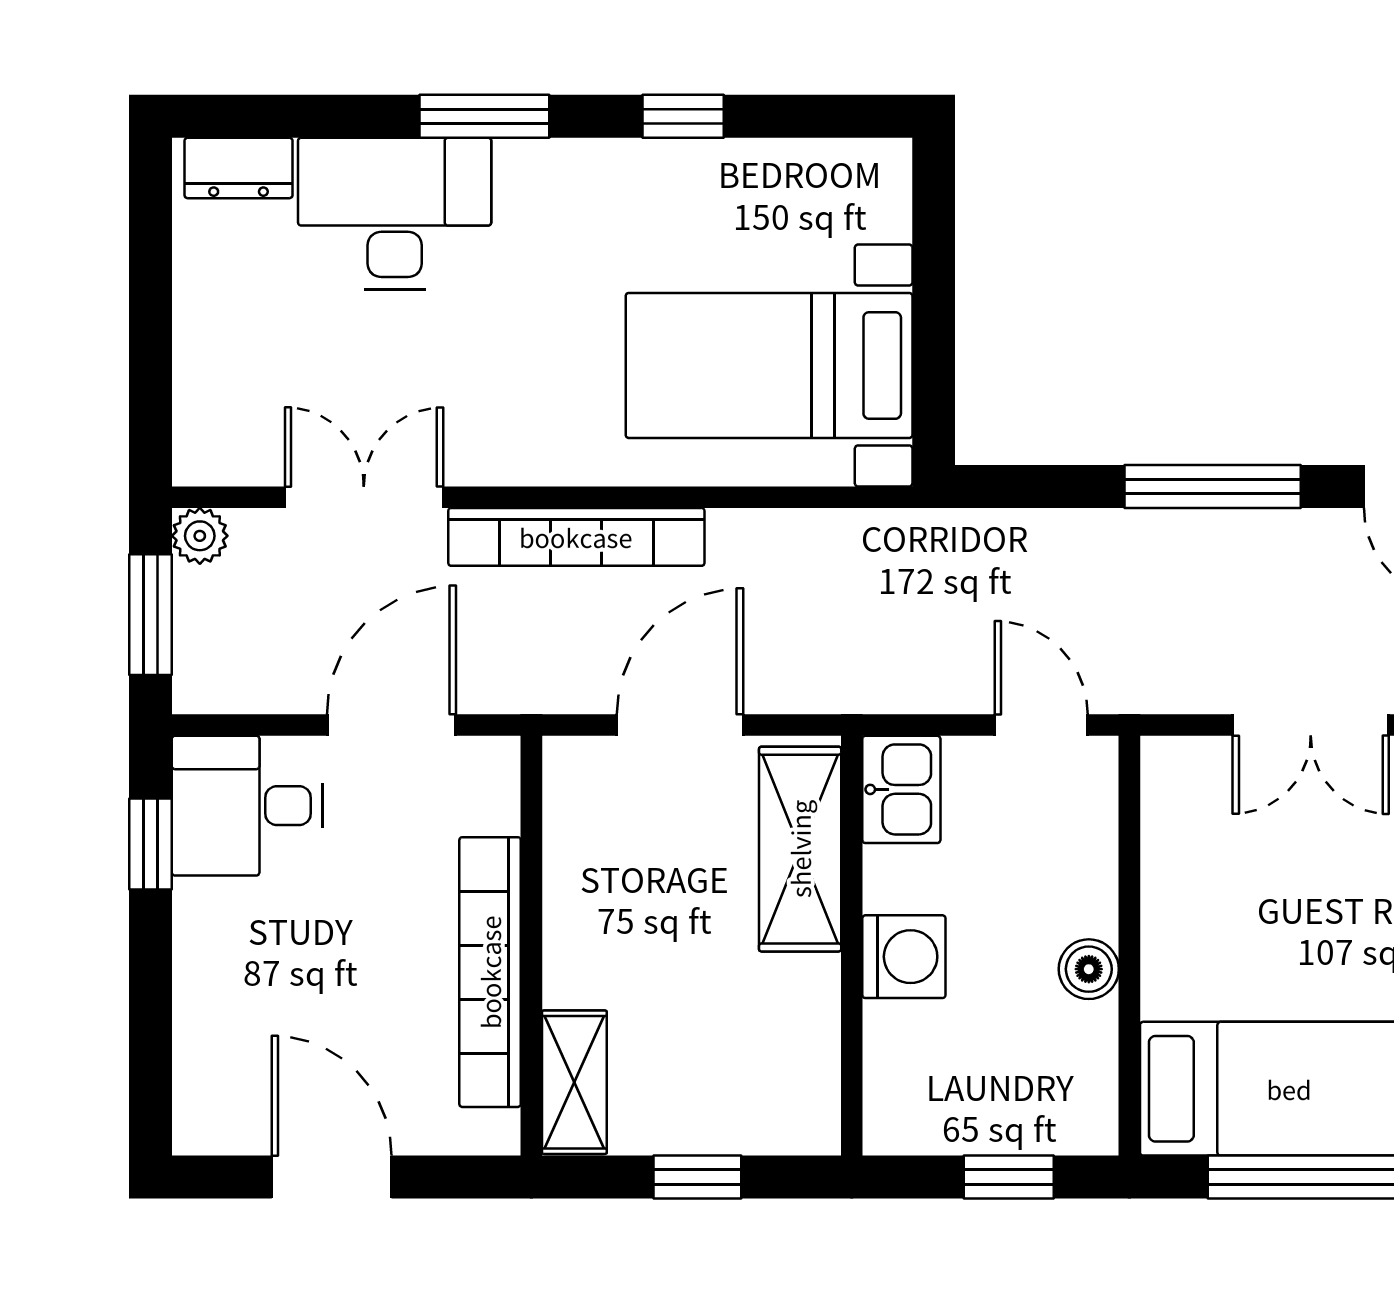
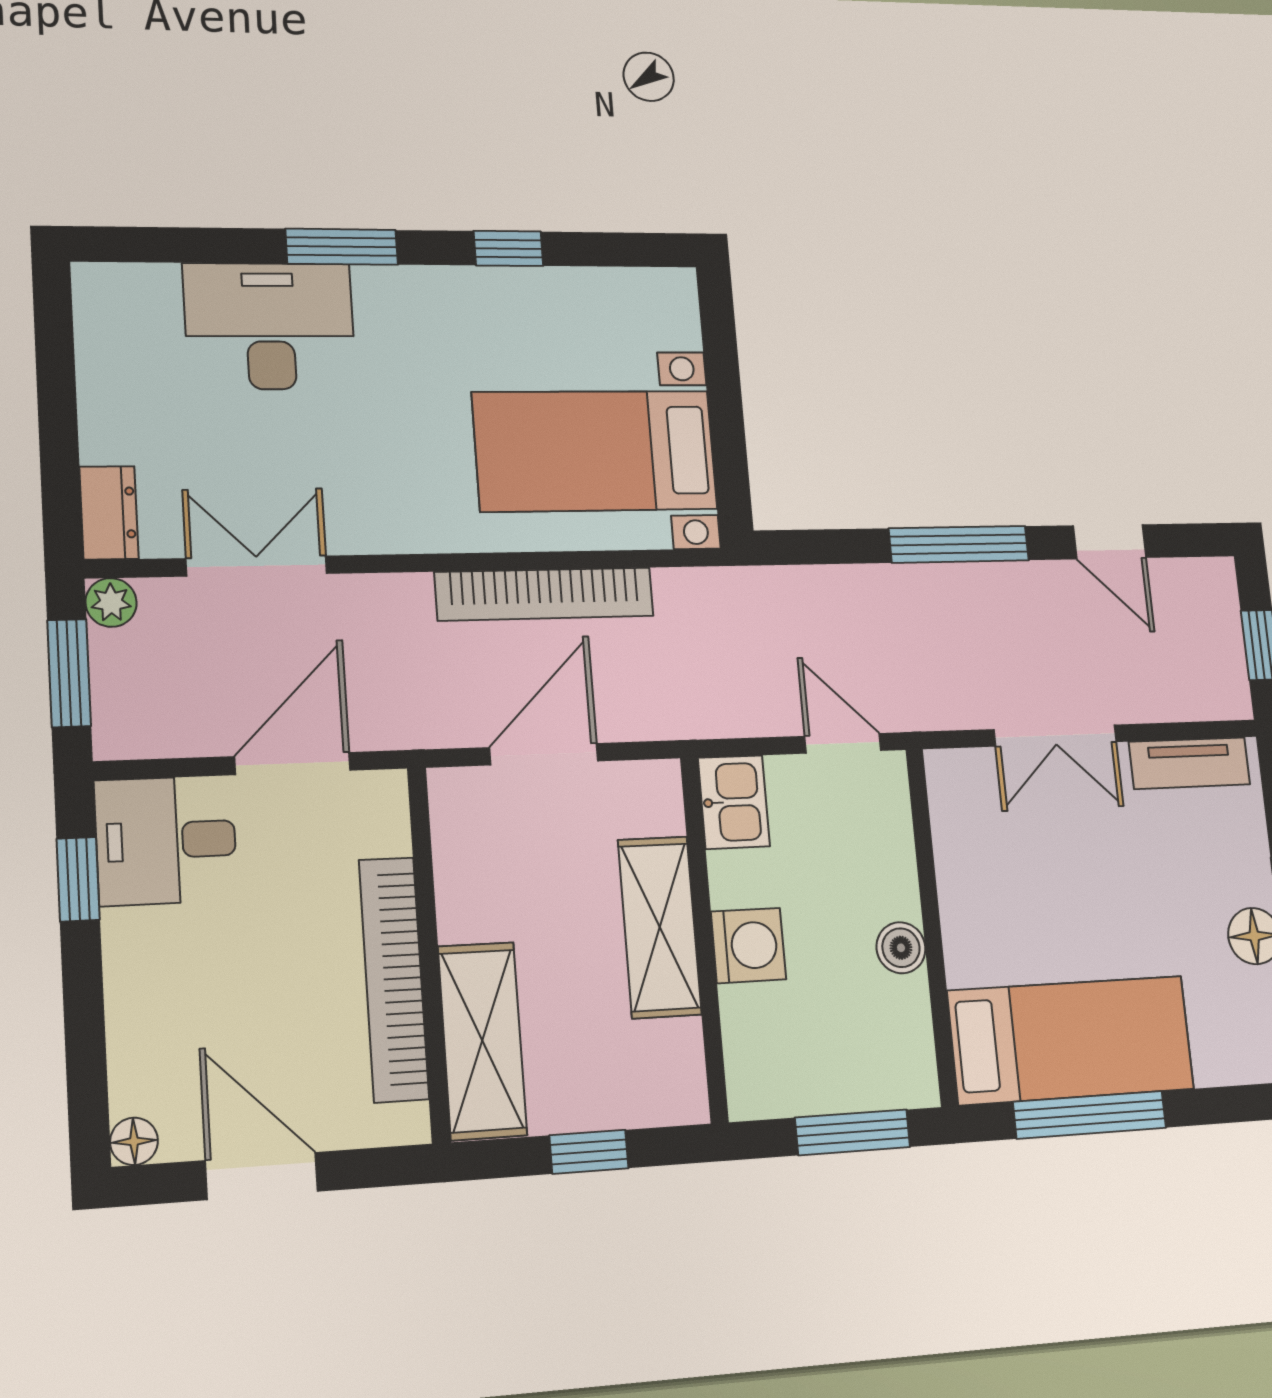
dresser: (239, 168) -> (109, 513), moved, turned -90
bookcase: (576, 537) -> (545, 594), moved
shelving: (800, 849) -> (660, 927), moved
shelving: (574, 1082) -> (482, 1041), width x1.50, depth x1.33
floor lamp: (197, 1130) -> (134, 1141), added
window: (1009, 1177) -> (853, 1132), width x1.50

